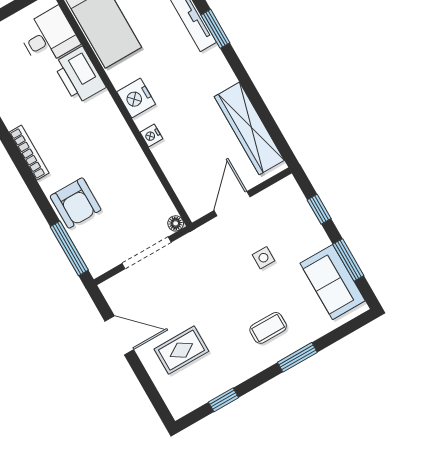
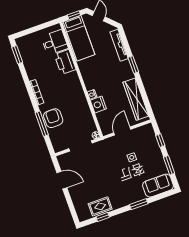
window: (215, 29) -> (133, 65), moved
nightstand: (136, 98) -> (98, 104), moved
armchair: (76, 203) -> (53, 118), turned 180
window: (69, 248) -> (42, 124), moved
sofa: (333, 282) -> (158, 186), moved, turned 90
coffee table: (268, 328) -> (128, 189), removed
rug: (181, 350) -> (100, 206), moved

